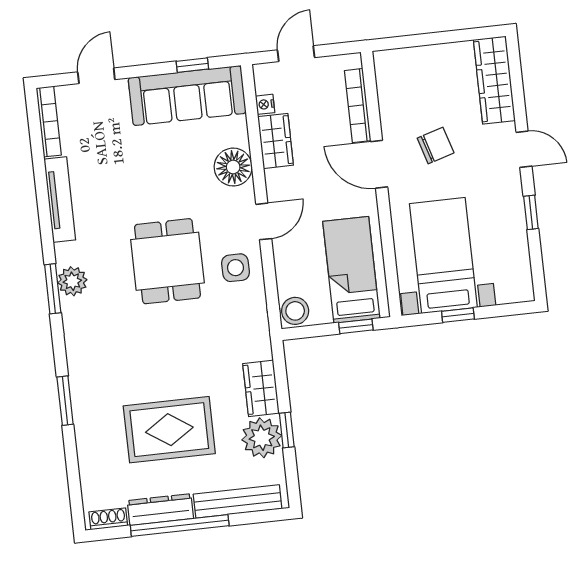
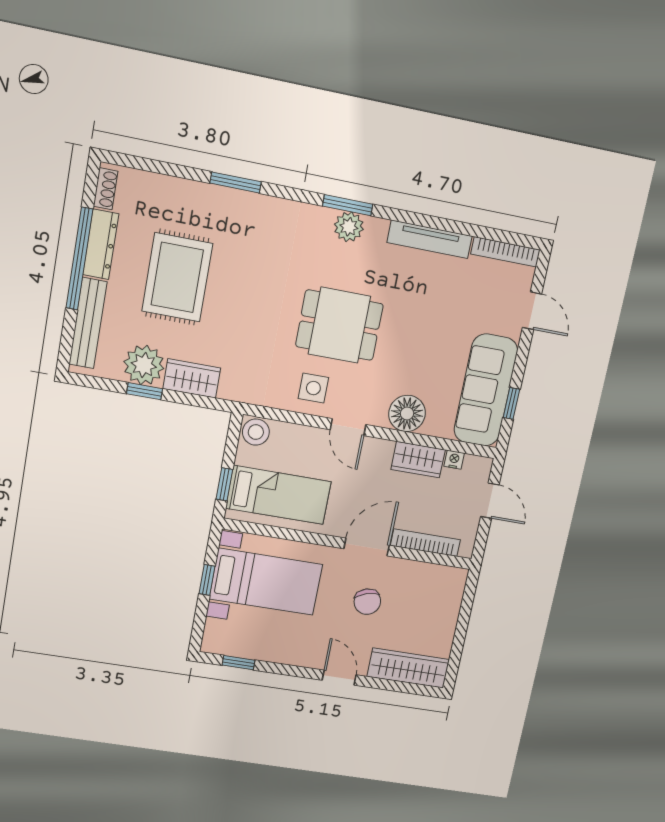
door: (524, 149) -> (339, 678), swing flipped
window: (531, 212) -> (239, 663), moved

